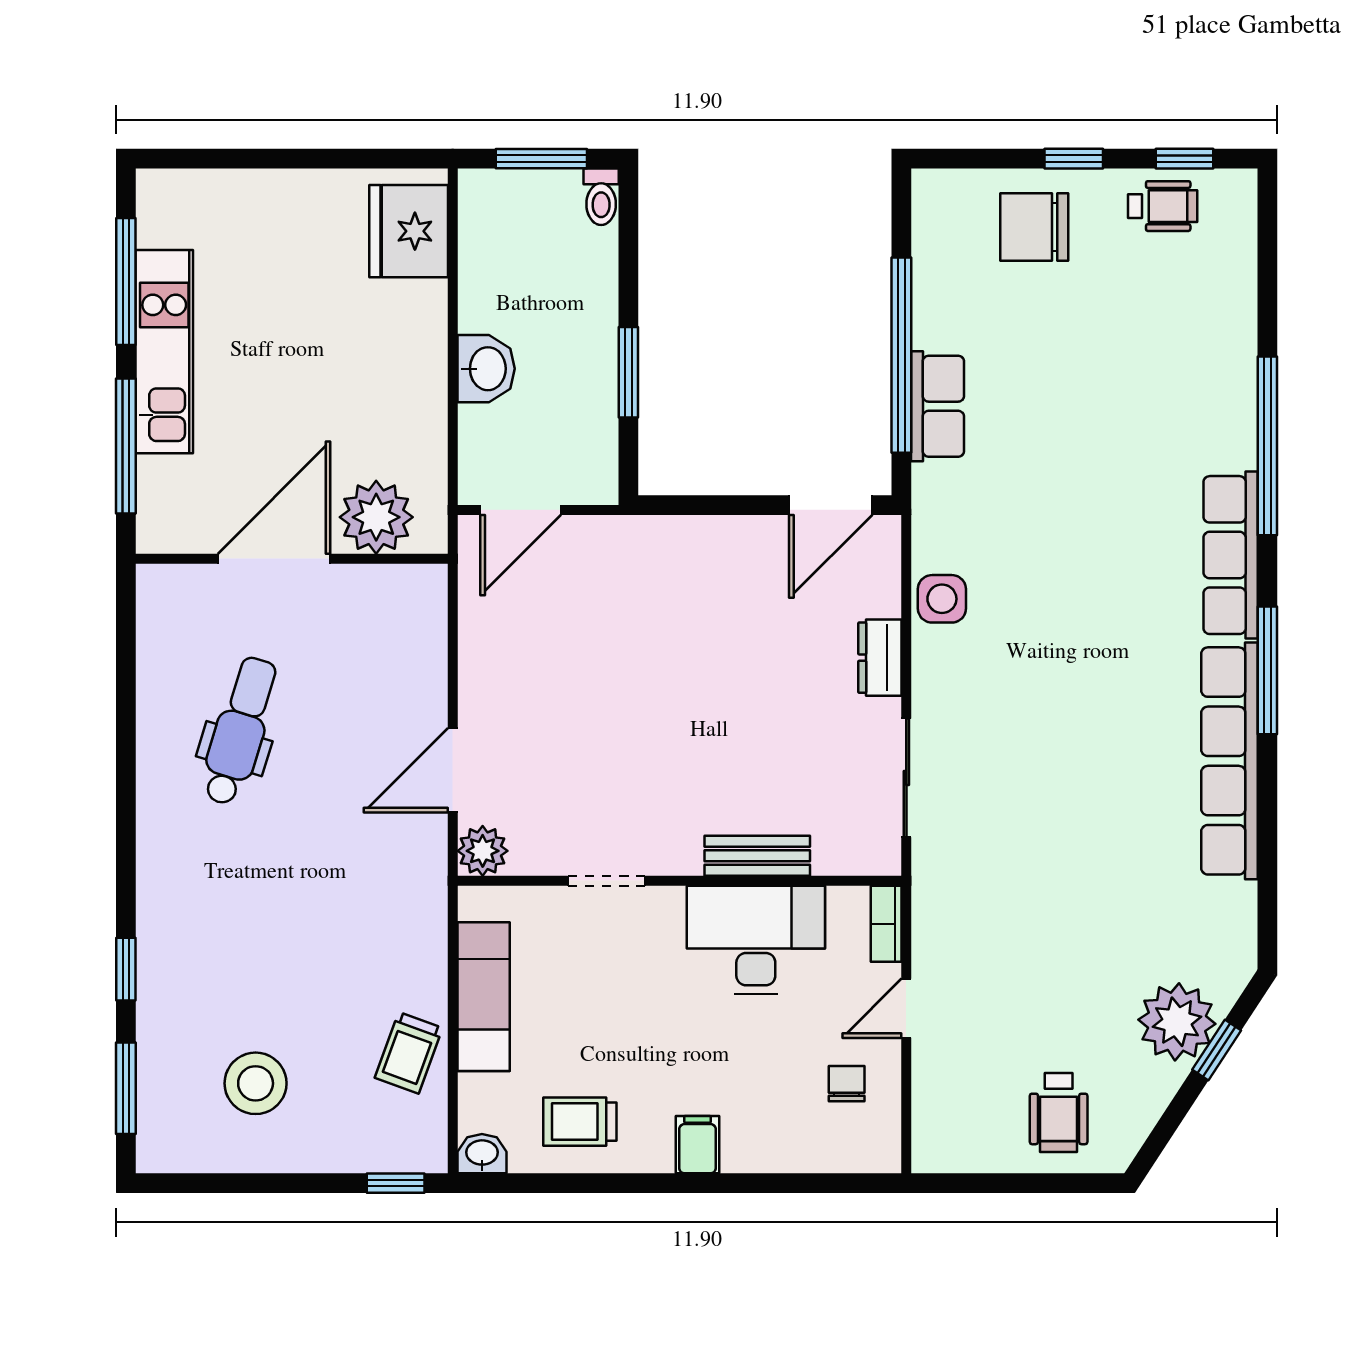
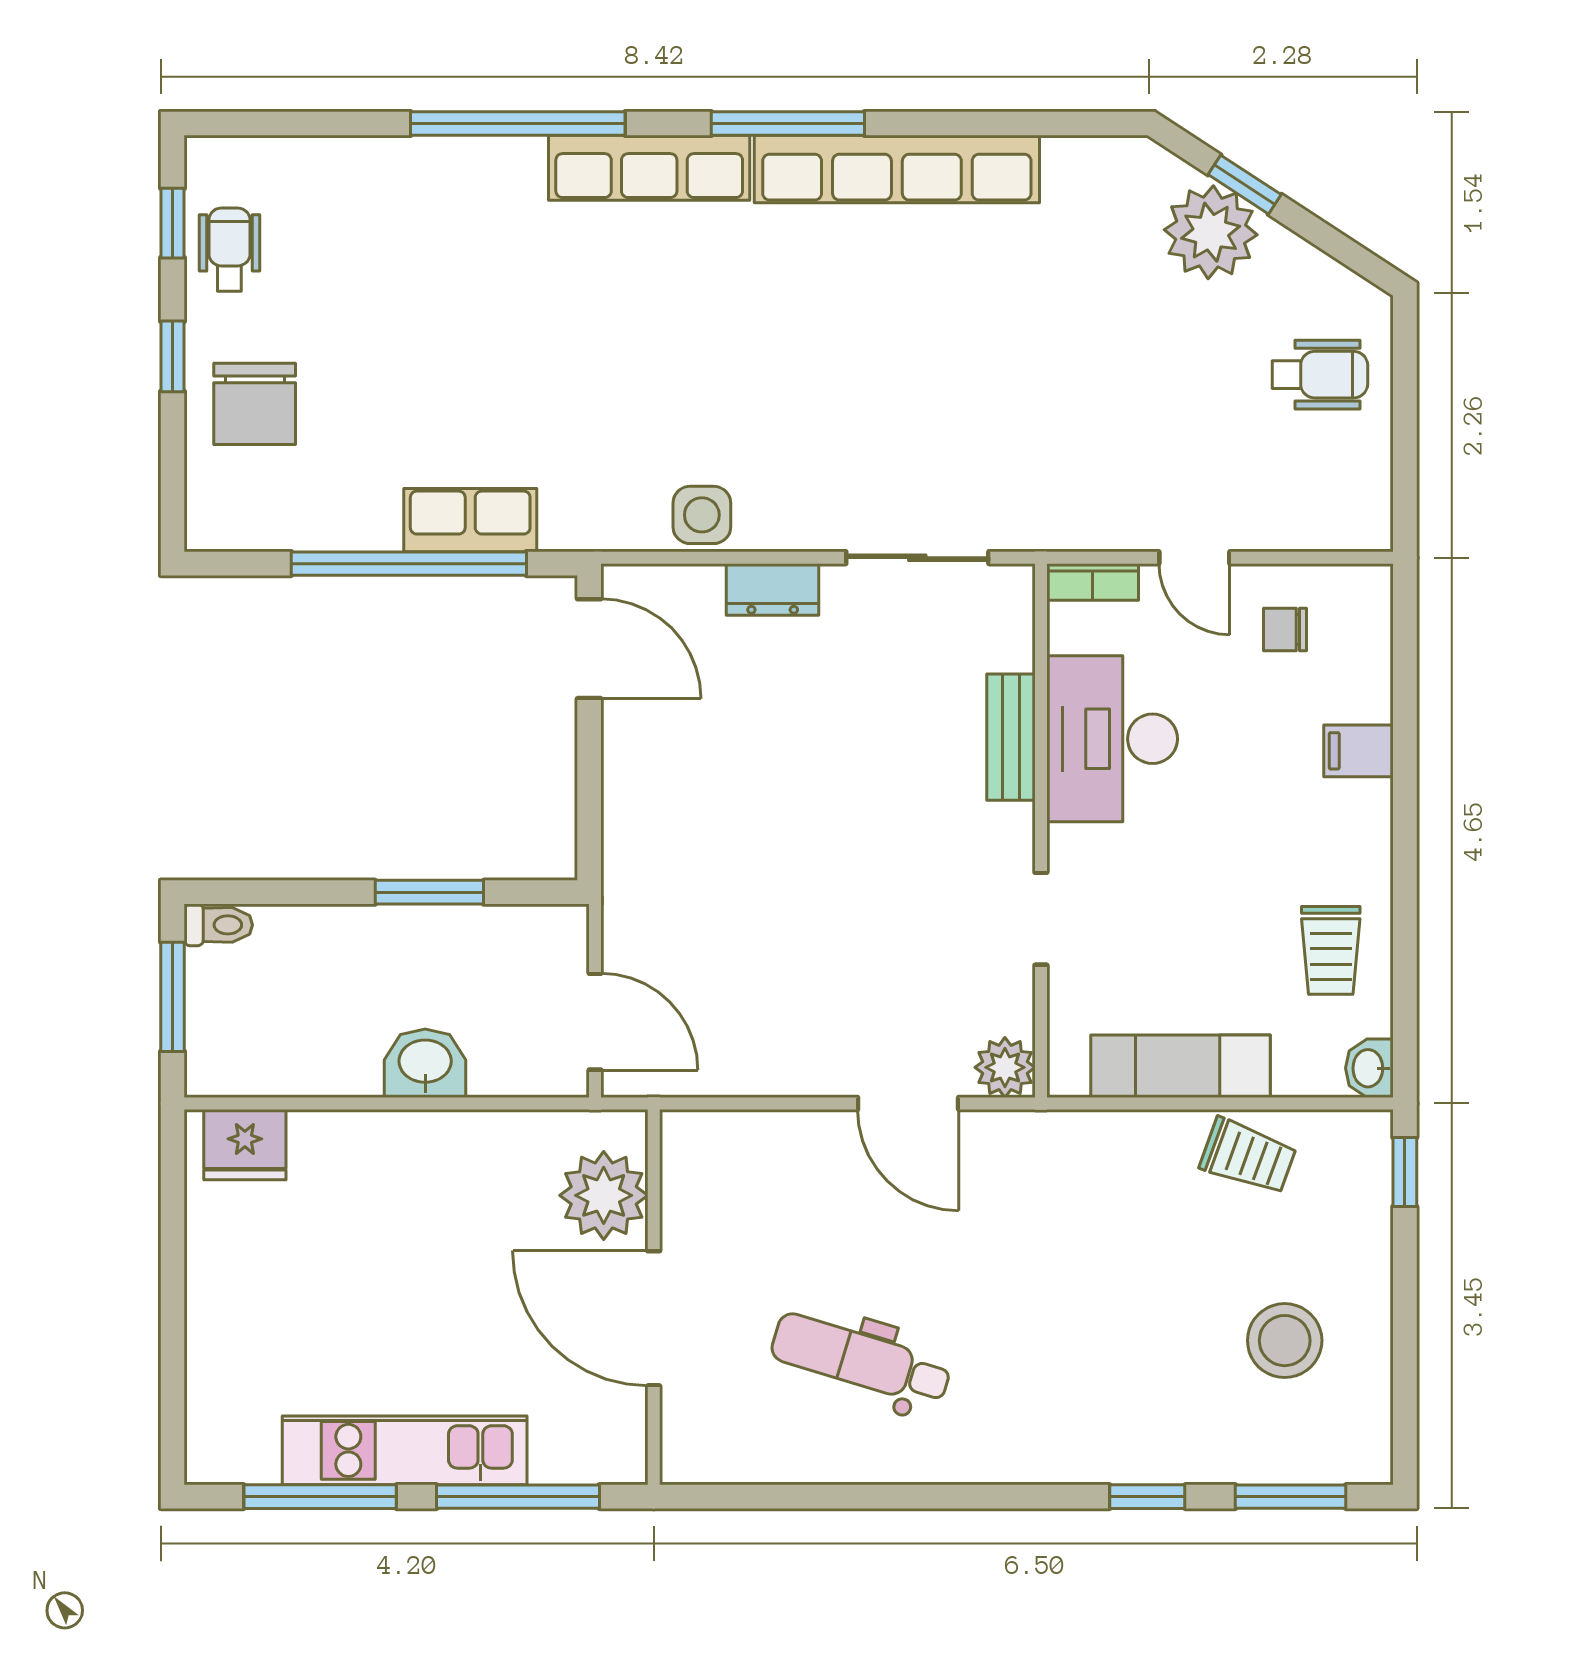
fridge: (409, 231) -> (245, 1145), width x0.73, depth x0.75
filing cabinet: (697, 1145) -> (1358, 751), moved

